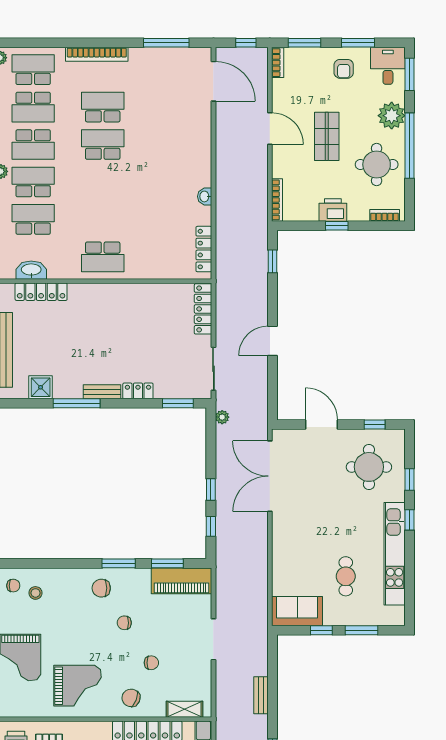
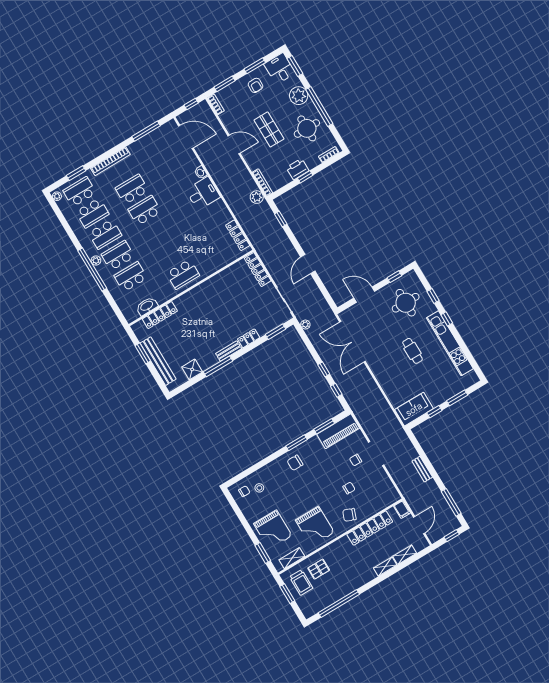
window: (43, 43) -> (76, 173), added
desk: (192, 168) -> (203, 193), added
washbasin: (205, 196) -> (201, 172), moved
plant: (258, 214) -> (257, 197), added
cafe table: (346, 576) -> (413, 351), moved
chair: (124, 623) -> (356, 460), moved
grand piano: (78, 686) -> (315, 526), turned 90
shelving: (185, 709) -> (292, 558), moved

